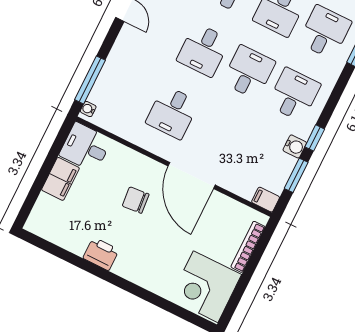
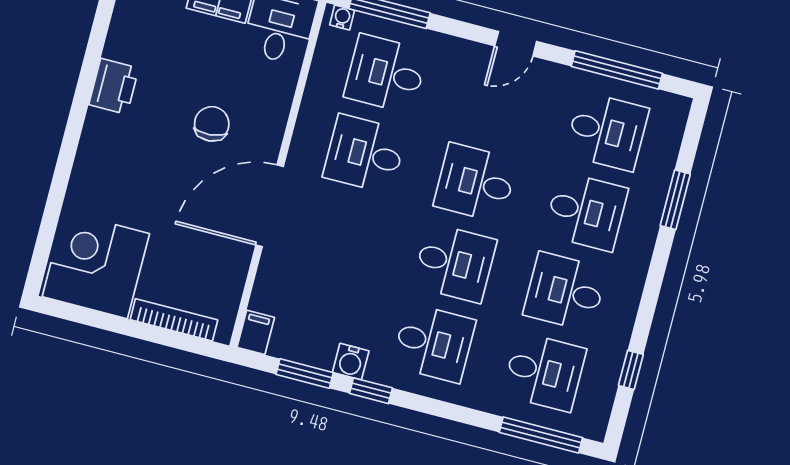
desk: (127, 90) -> (386, 74), added

